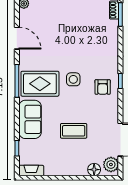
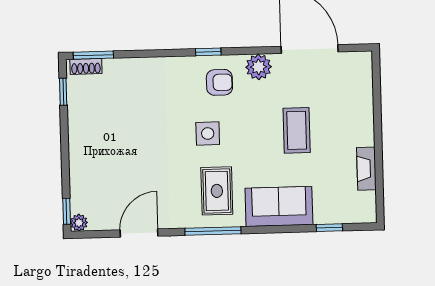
rug: (40, 84) -> (217, 191), width x0.73, depth x0.70
plant: (111, 165) -> (259, 67), moved
floor lamp: (94, 170) -> (363, 93), removed
fireplace: (31, 171) -> (366, 169), moved

